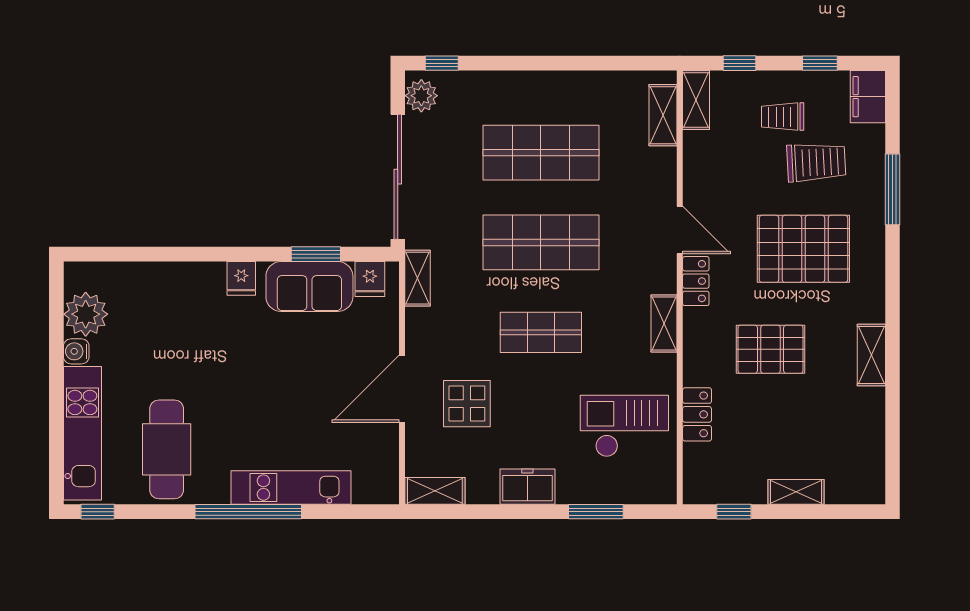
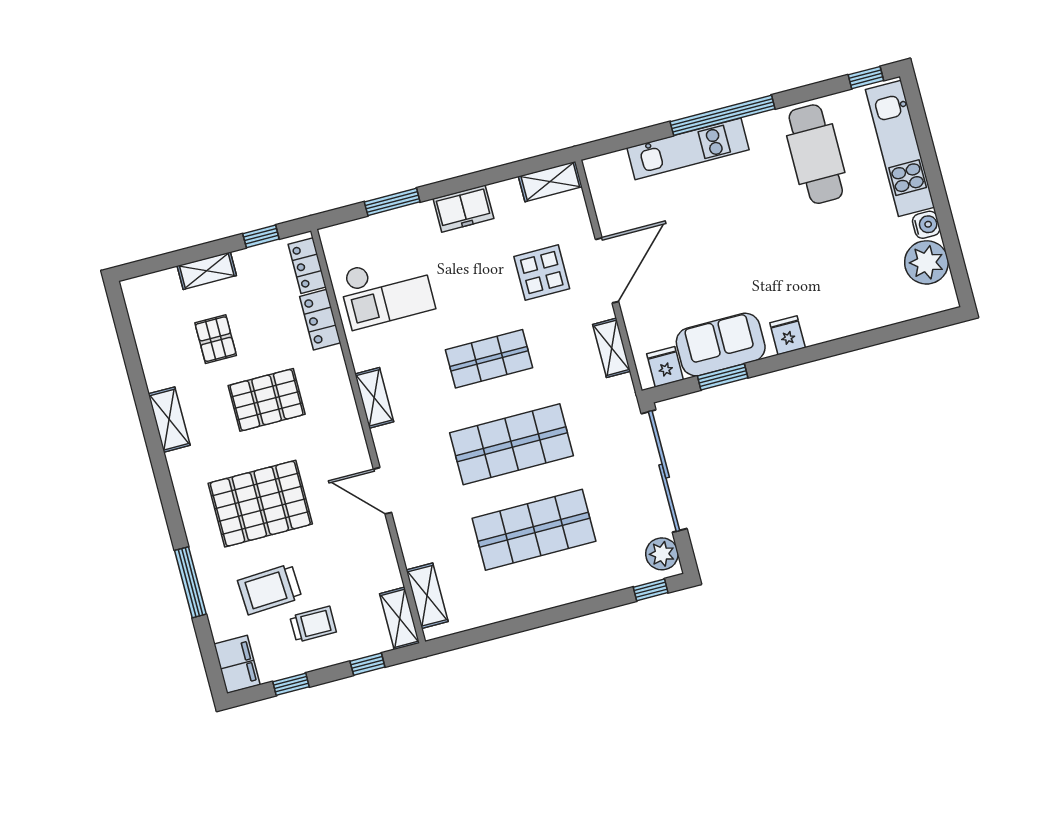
shelving: (418, 278) -> (612, 348), moved
locker: (696, 281) -> (307, 266), moved
pallet: (805, 422) -> (216, 339), added

